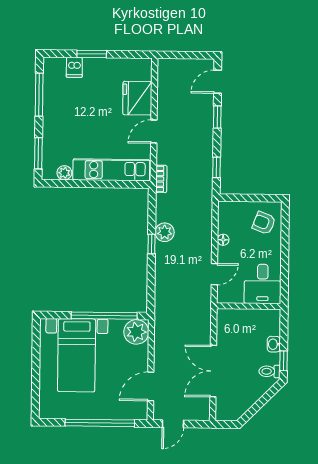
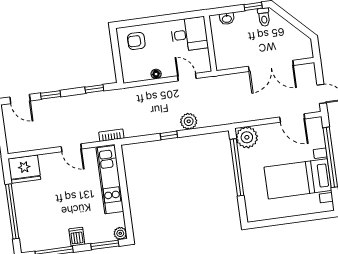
window: (92, 54) -> (12, 211), width x2.11
dishwasher: (74, 67) -> (77, 237), moved, turned -90
fridge: (137, 98) -> (24, 169), moved
plant: (64, 173) -> (120, 233), moved
armchair: (264, 223) -> (136, 41), turned 69
plant: (165, 232) -> (189, 121), moved
washbasin: (274, 344) -> (227, 19), moved
bed with nightstands: (77, 355) -> (298, 179), moved, turned 180

